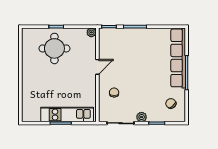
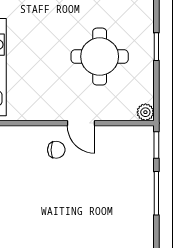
round table: (54, 48) -> (100, 57), moved
chair: (114, 93) -> (56, 150), moved

